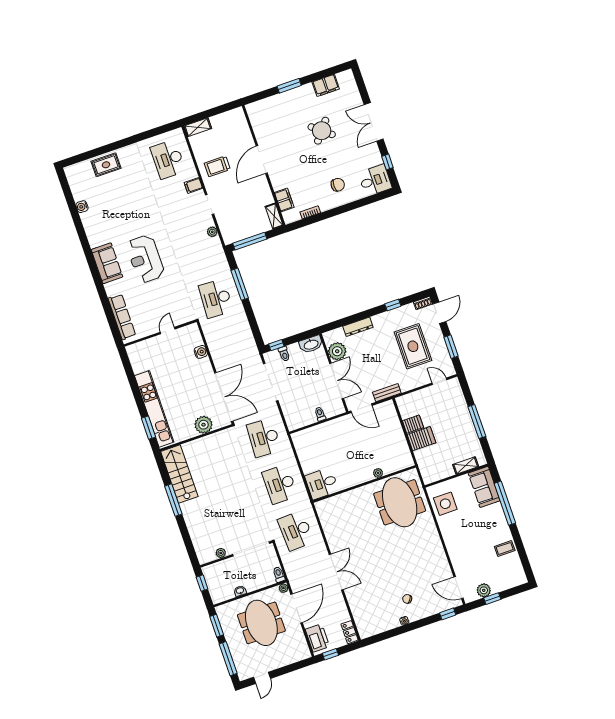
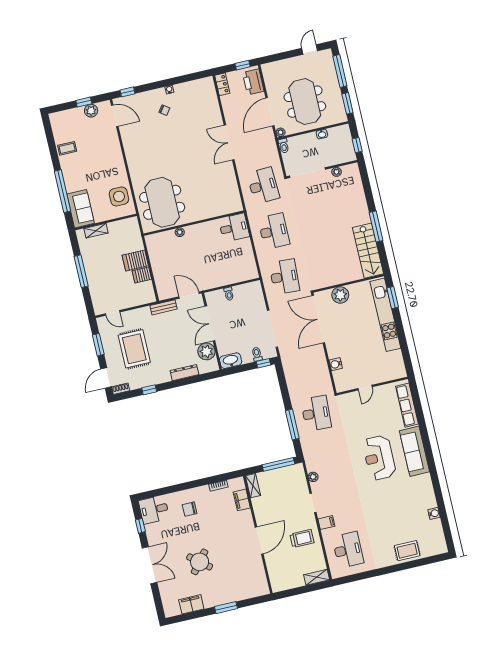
reception desk: (145, 259) -> (379, 458), turned 180
sofa: (107, 263) -> (414, 451), width x1.36

